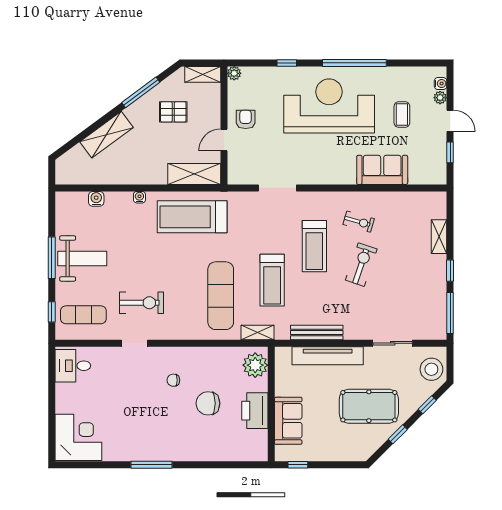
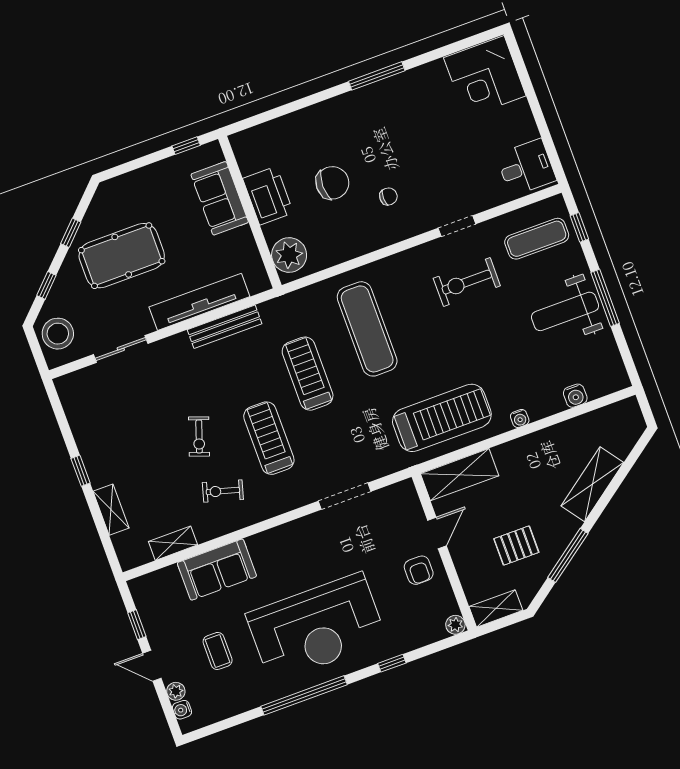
exercise bike: (361, 265) -> (199, 436), width x0.73, depth x0.72
window: (450, 313) -> (60, 416), removed
shelving: (258, 332) -> (173, 543), moved

